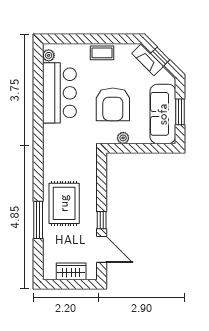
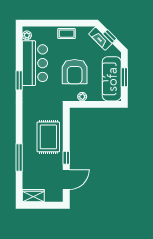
window: (38, 116) -> (19, 80), added
rug: (64, 203) -> (48, 137), moved
door: (102, 249) -> (66, 179), hinge flipped
wardrobe: (71, 271) -> (33, 196), moved

